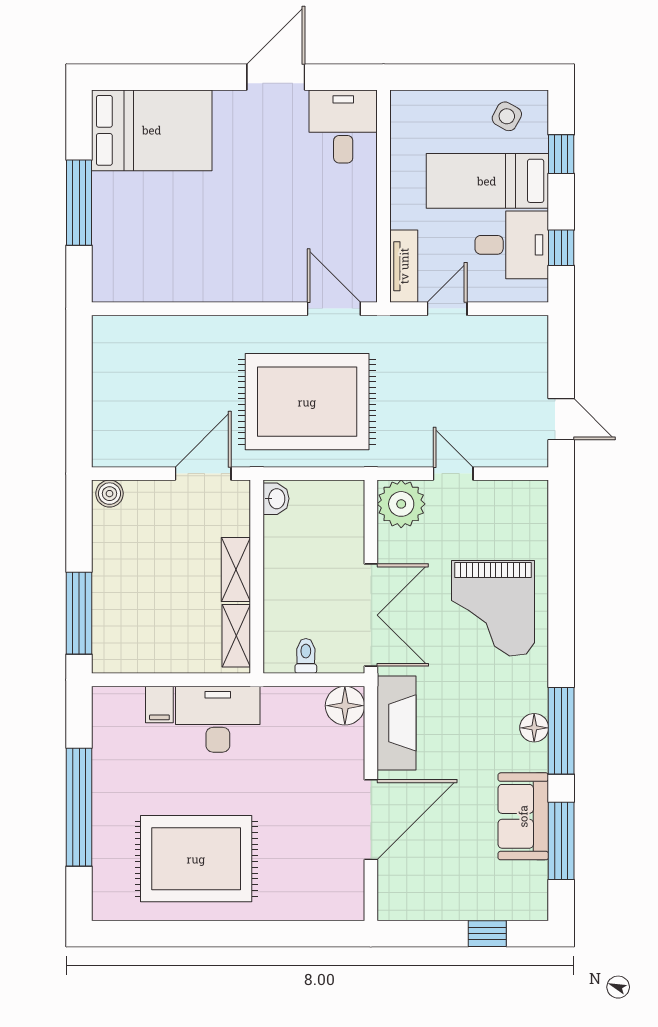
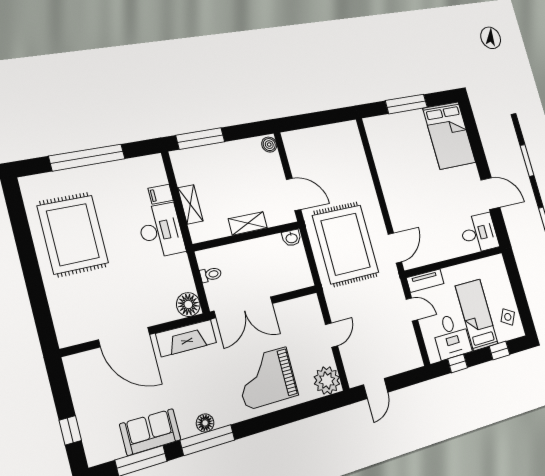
plant: (401, 504) -> (327, 380), moved
shelving: (236, 636) -> (190, 204), moved, turned 90

